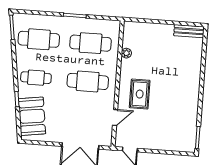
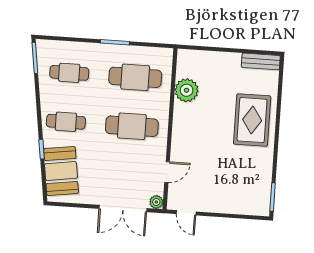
cafe table: (39, 39) -> (69, 73), width x0.73, depth x0.74
plant: (126, 53) -> (187, 90), width x1.88, depth x1.88
rug: (140, 94) -> (252, 120), moved, width x1.36, depth x1.43
plant: (107, 141) -> (156, 202), added

